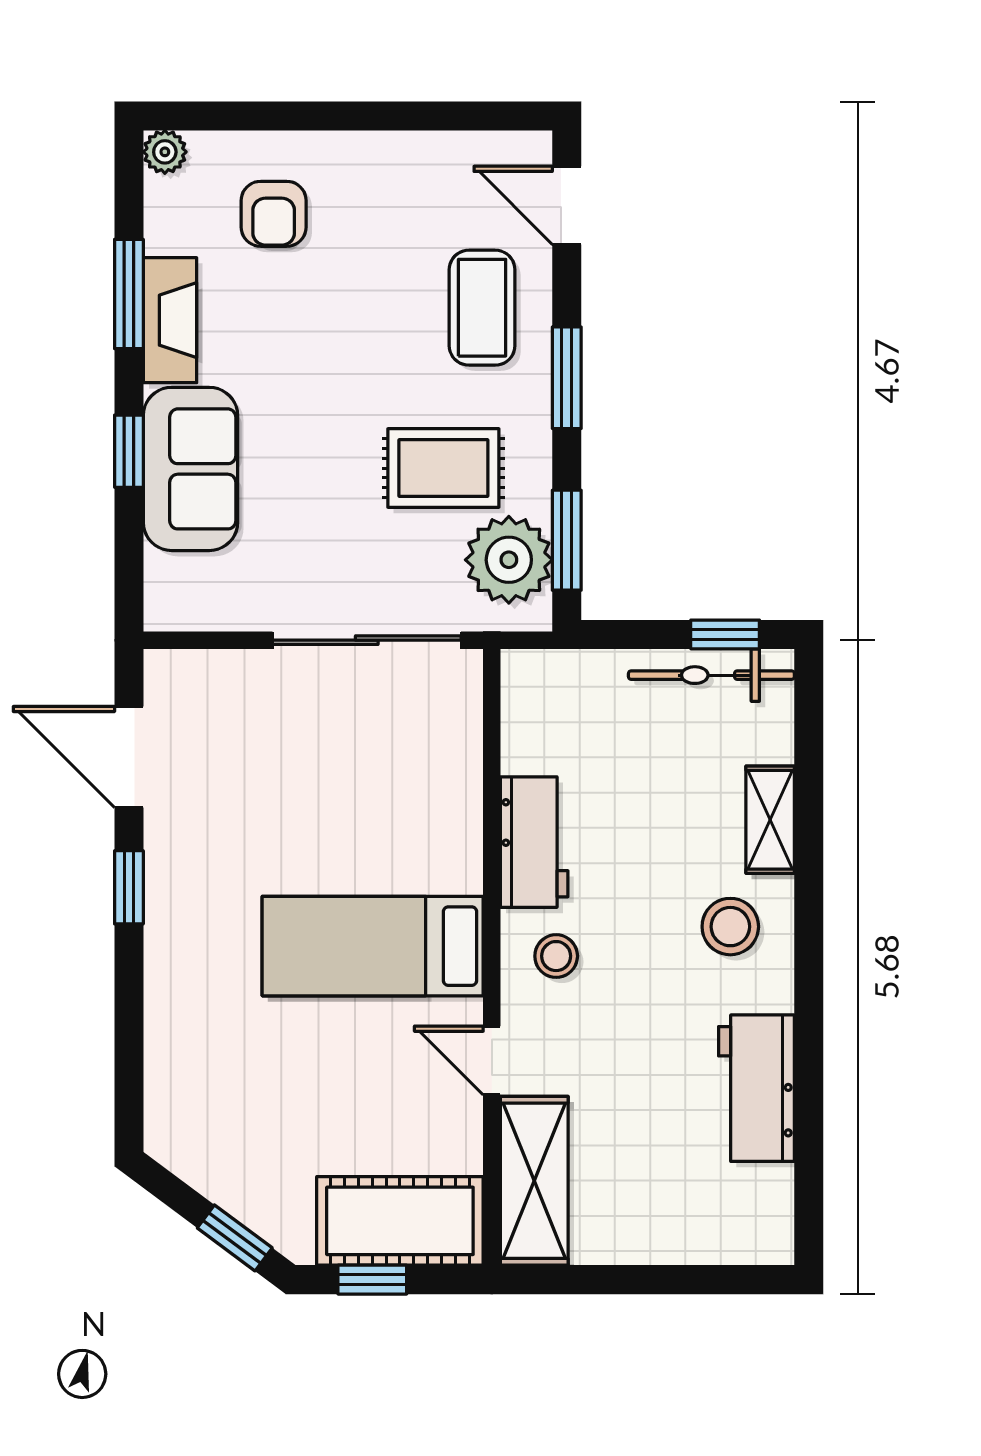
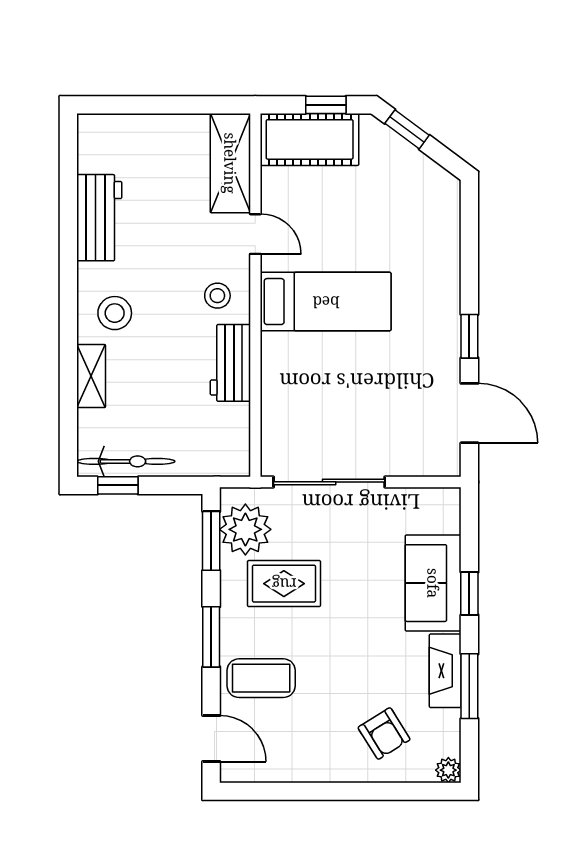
armchair: (274, 214) -> (384, 734), turned 148
coffee table: (482, 308) -> (261, 678), turned 90

